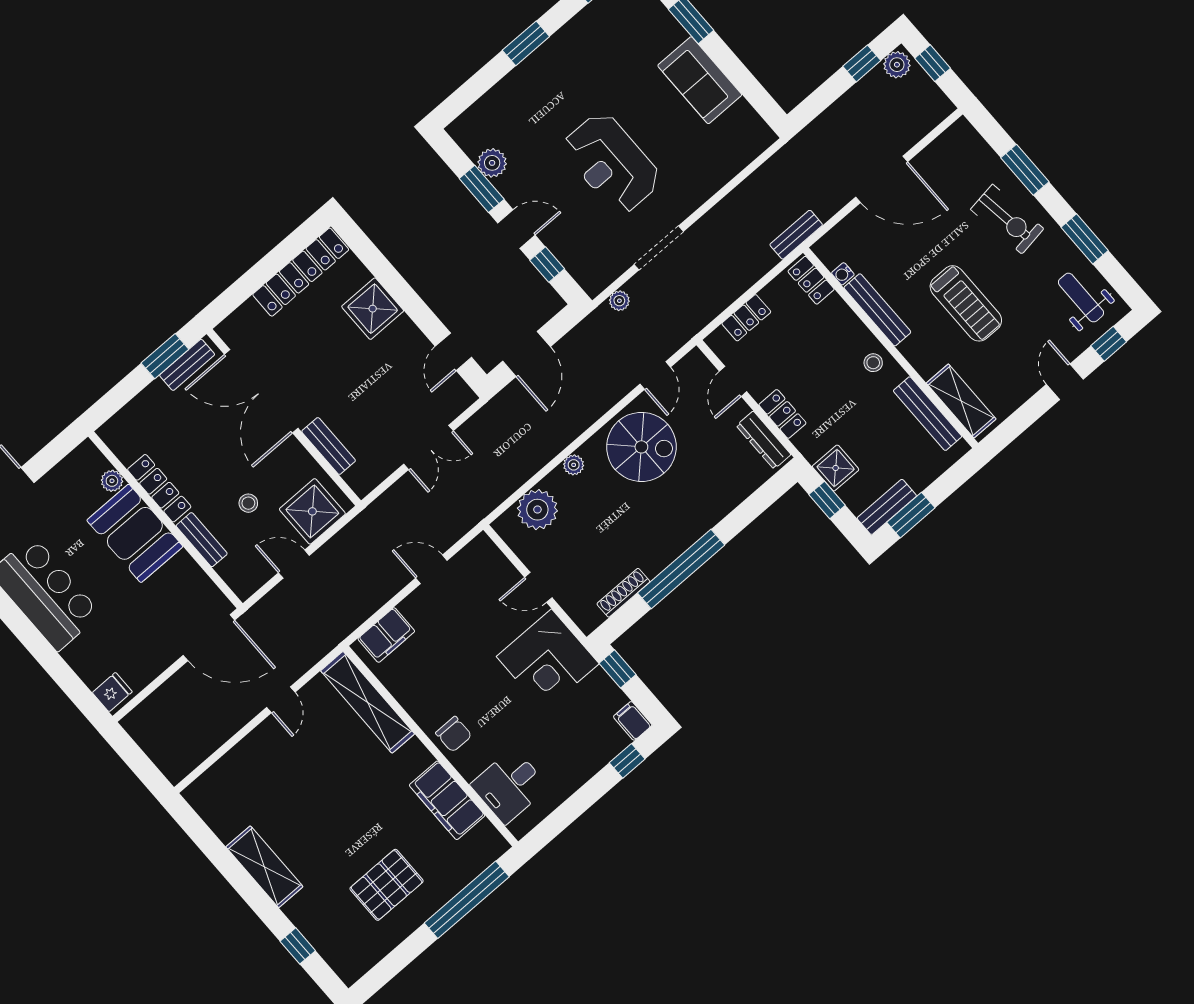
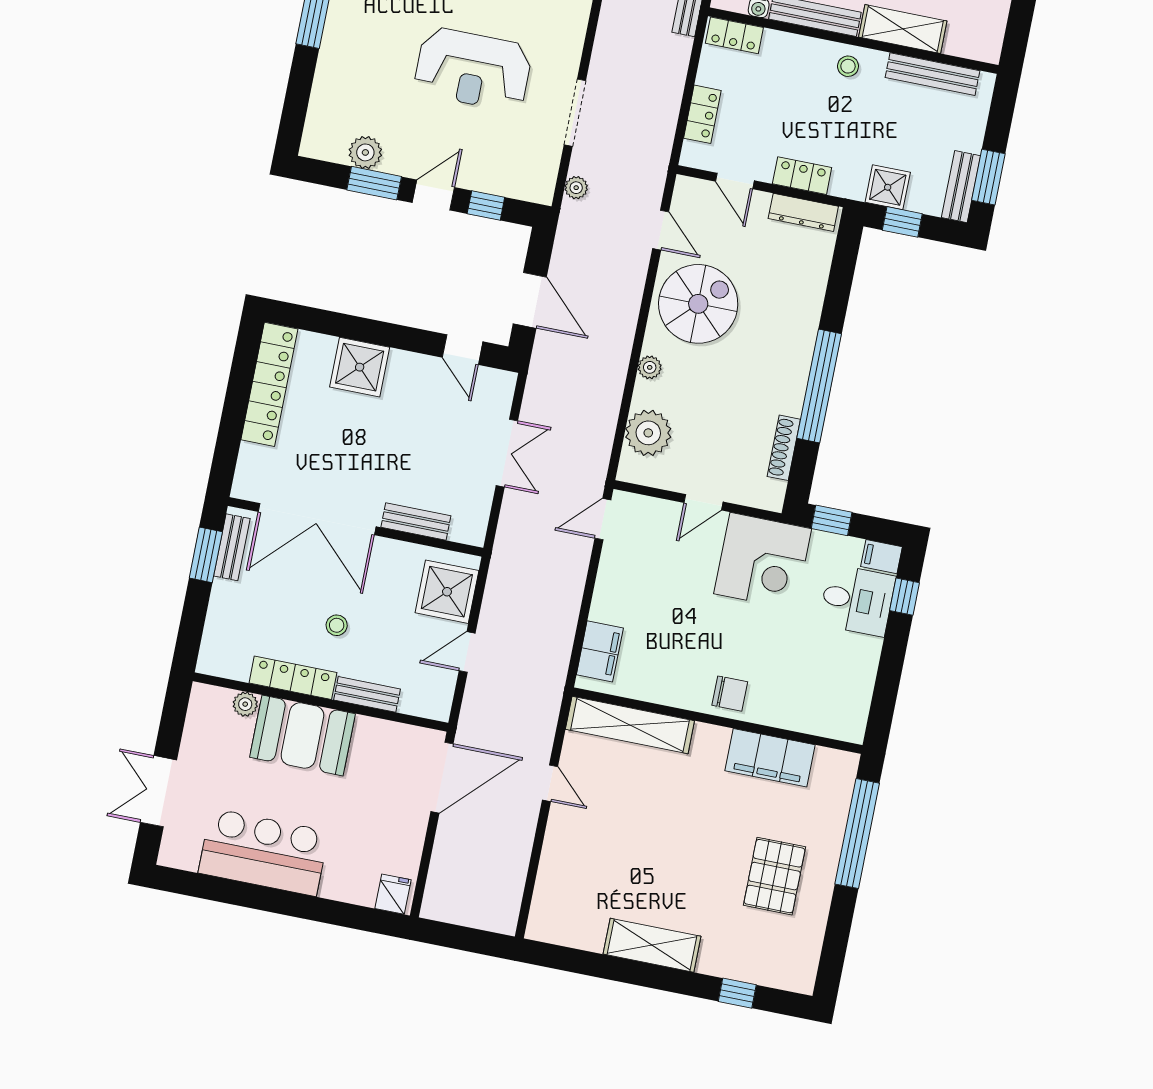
shelving: (961, 401) -> (903, 29), moved
stool: (248, 503) -> (337, 625), moved
door: (431, 569) -> (603, 519), moved
desk: (509, 786) -> (857, 600), moved, turned -90

